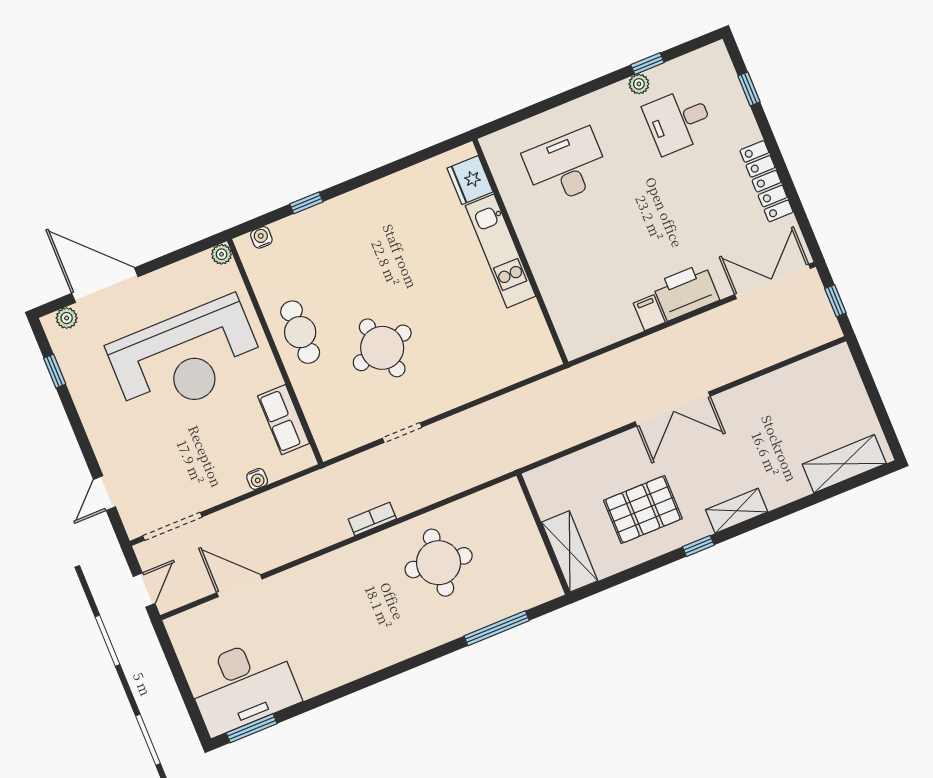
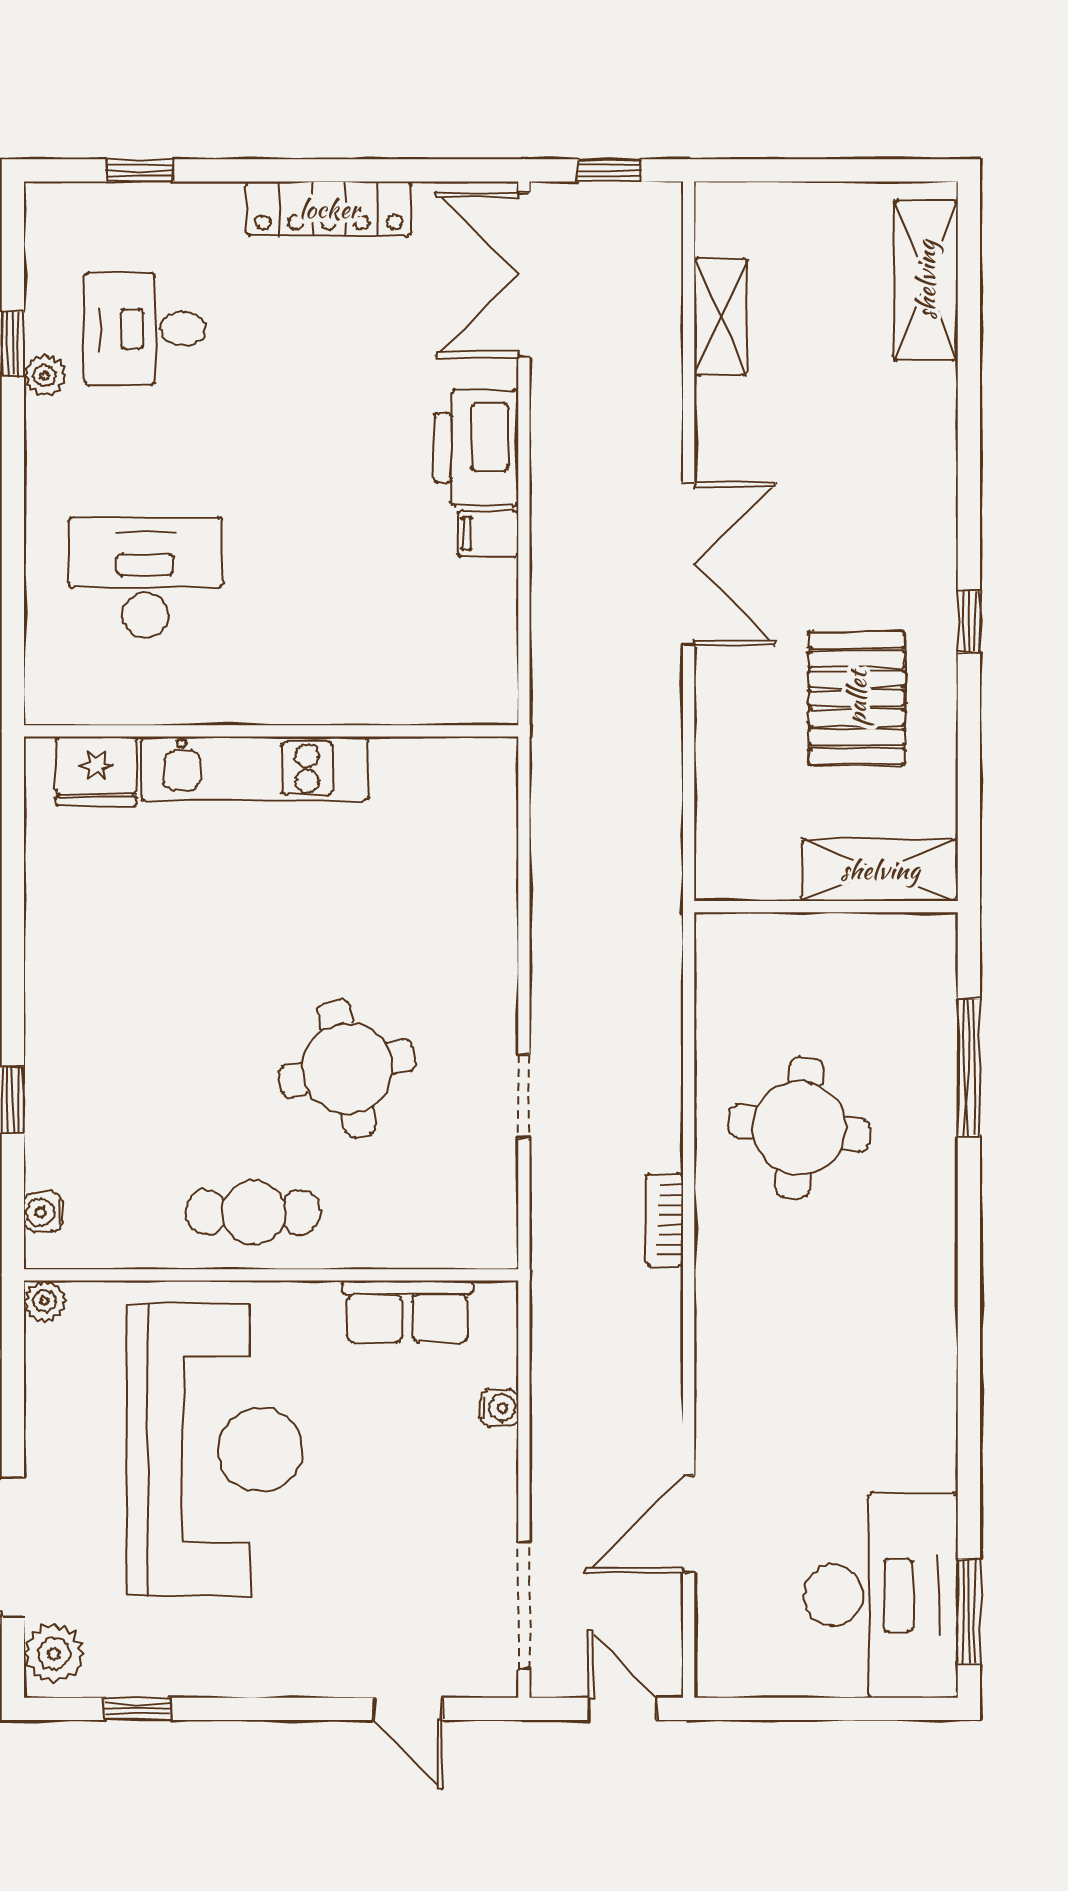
desk: (679, 121) -> (145, 329), turned 90
desk: (566, 166) -> (145, 578), turned 90
plant: (67, 318) -> (54, 1653), width x1.38, depth x1.38
shelving: (737, 511) -> (721, 317), moved

